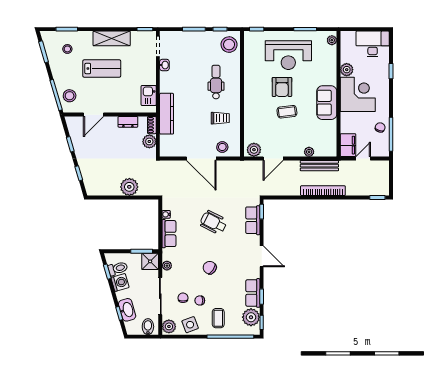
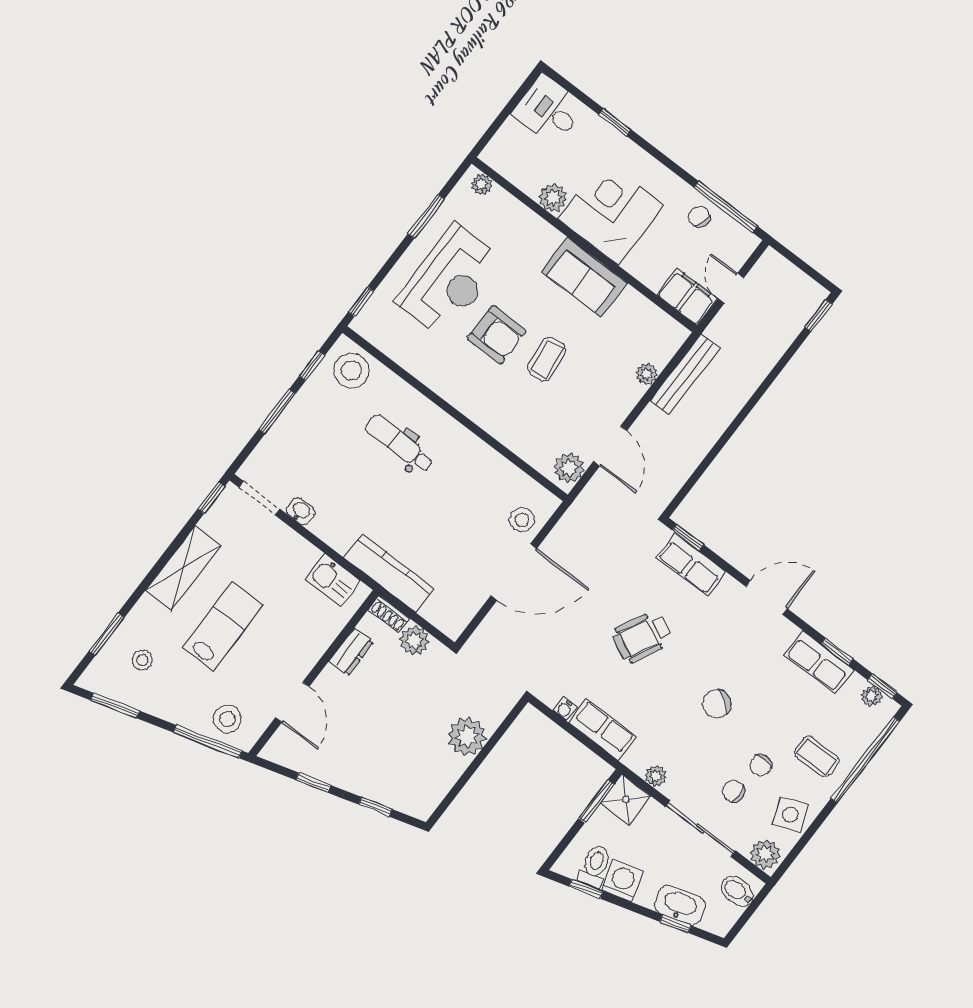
desk: (373, 44) -> (549, 110), width x0.73
trolley: (220, 118) -> (469, 485), removed
bookcase: (323, 191) -> (733, 402), removed
plant: (251, 317) -> (872, 696), width x0.53, depth x0.53

